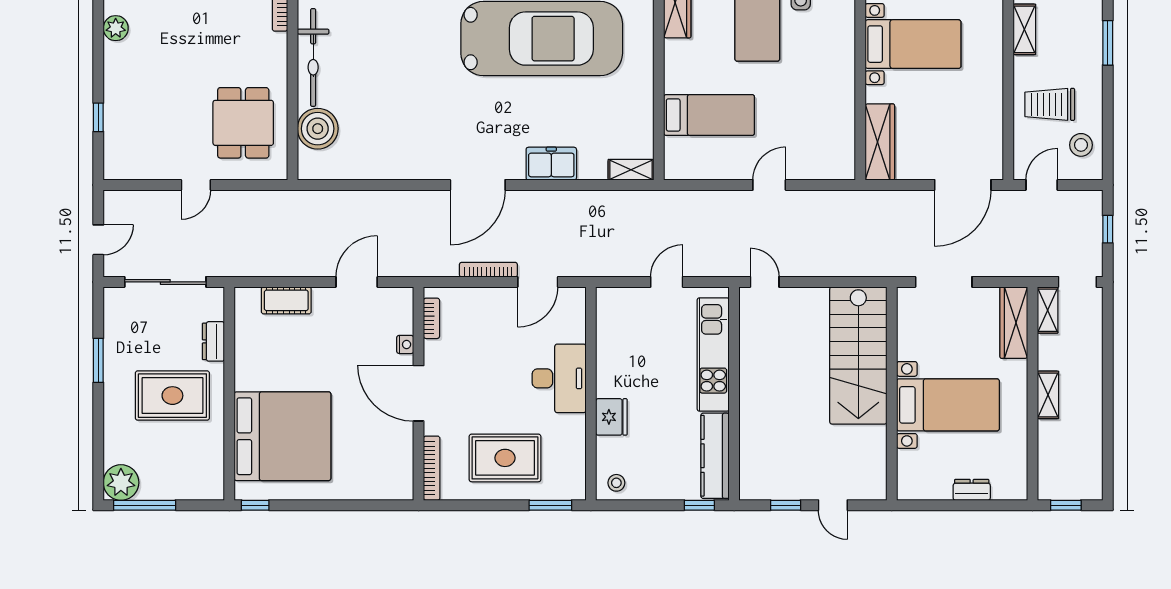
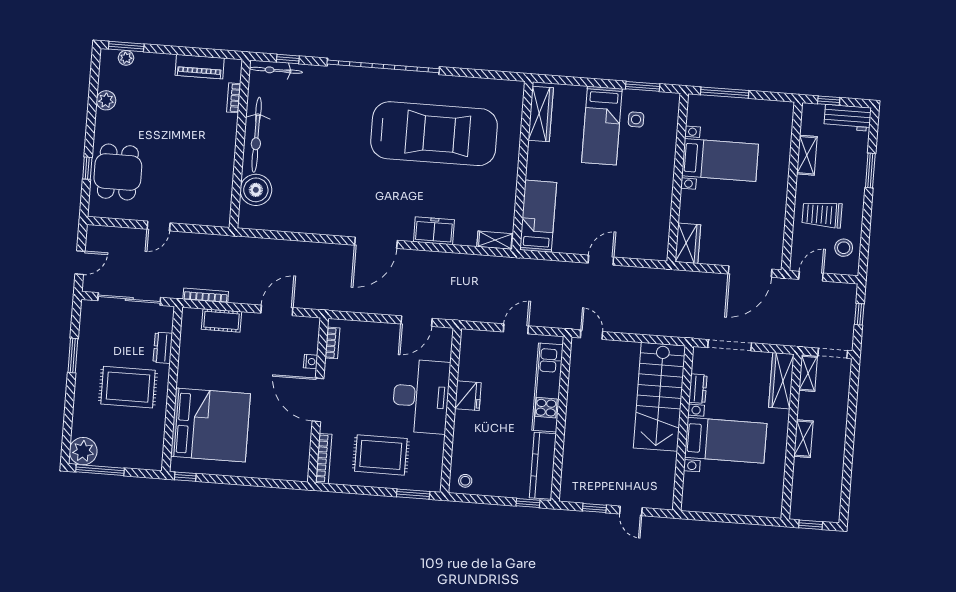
bed: (709, 115) -> (538, 216), moved, turned -90
dining table: (243, 123) -> (118, 172), moved
wardrobe: (880, 142) -> (688, 243), width x0.67
bookcase: (488, 270) -> (206, 295), moved
desk: (559, 378) -> (421, 396), width x1.36, depth x1.30
fridge: (611, 417) -> (468, 396), moved
dresser: (972, 490) -> (698, 389), moved, turned 90

